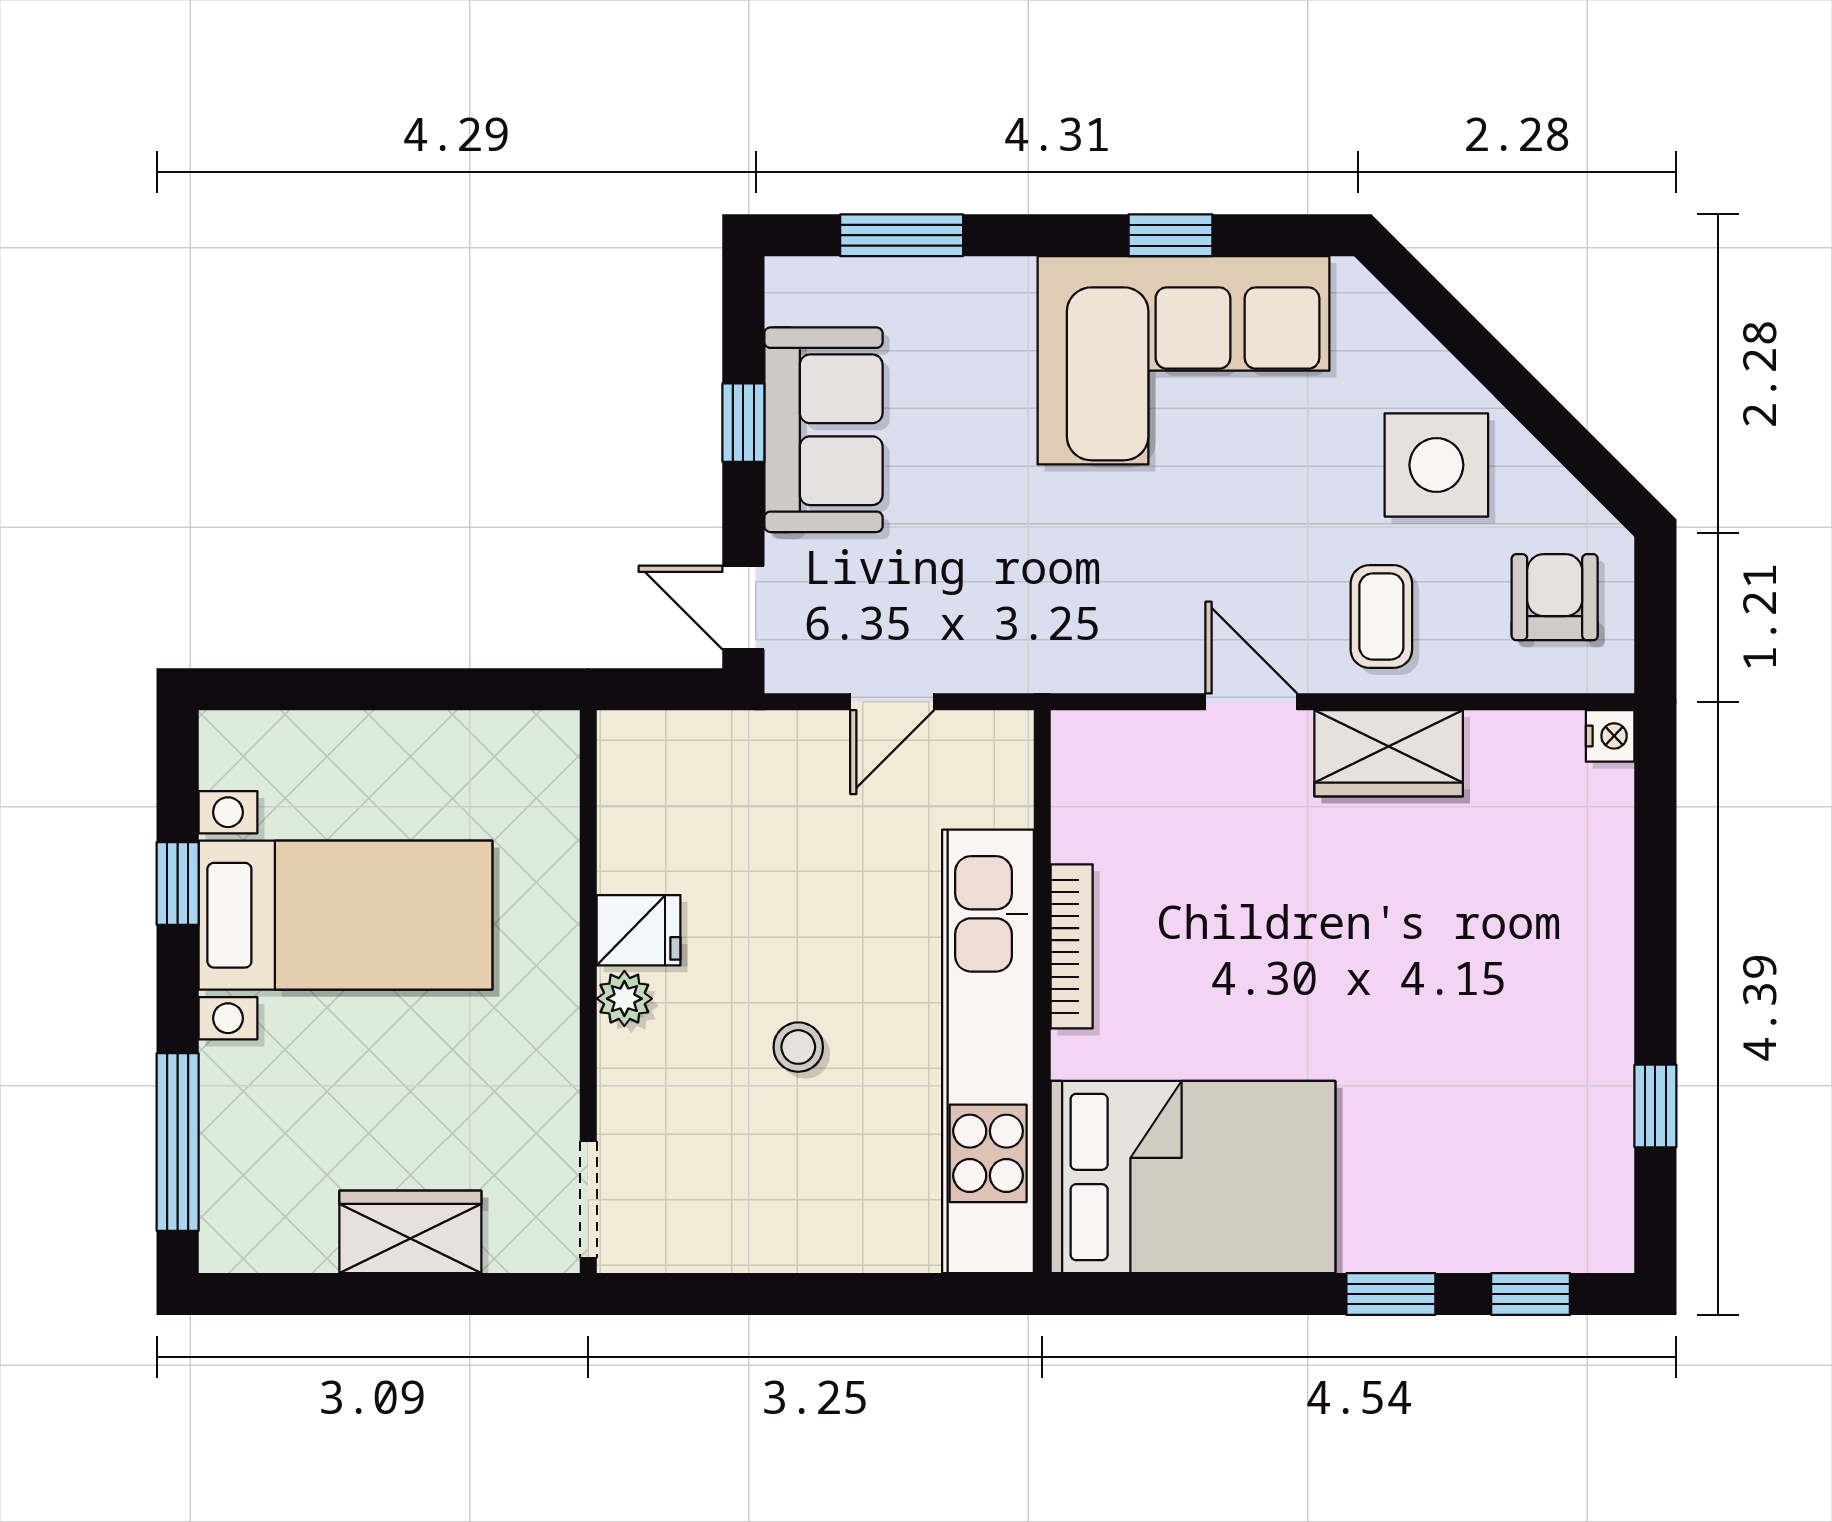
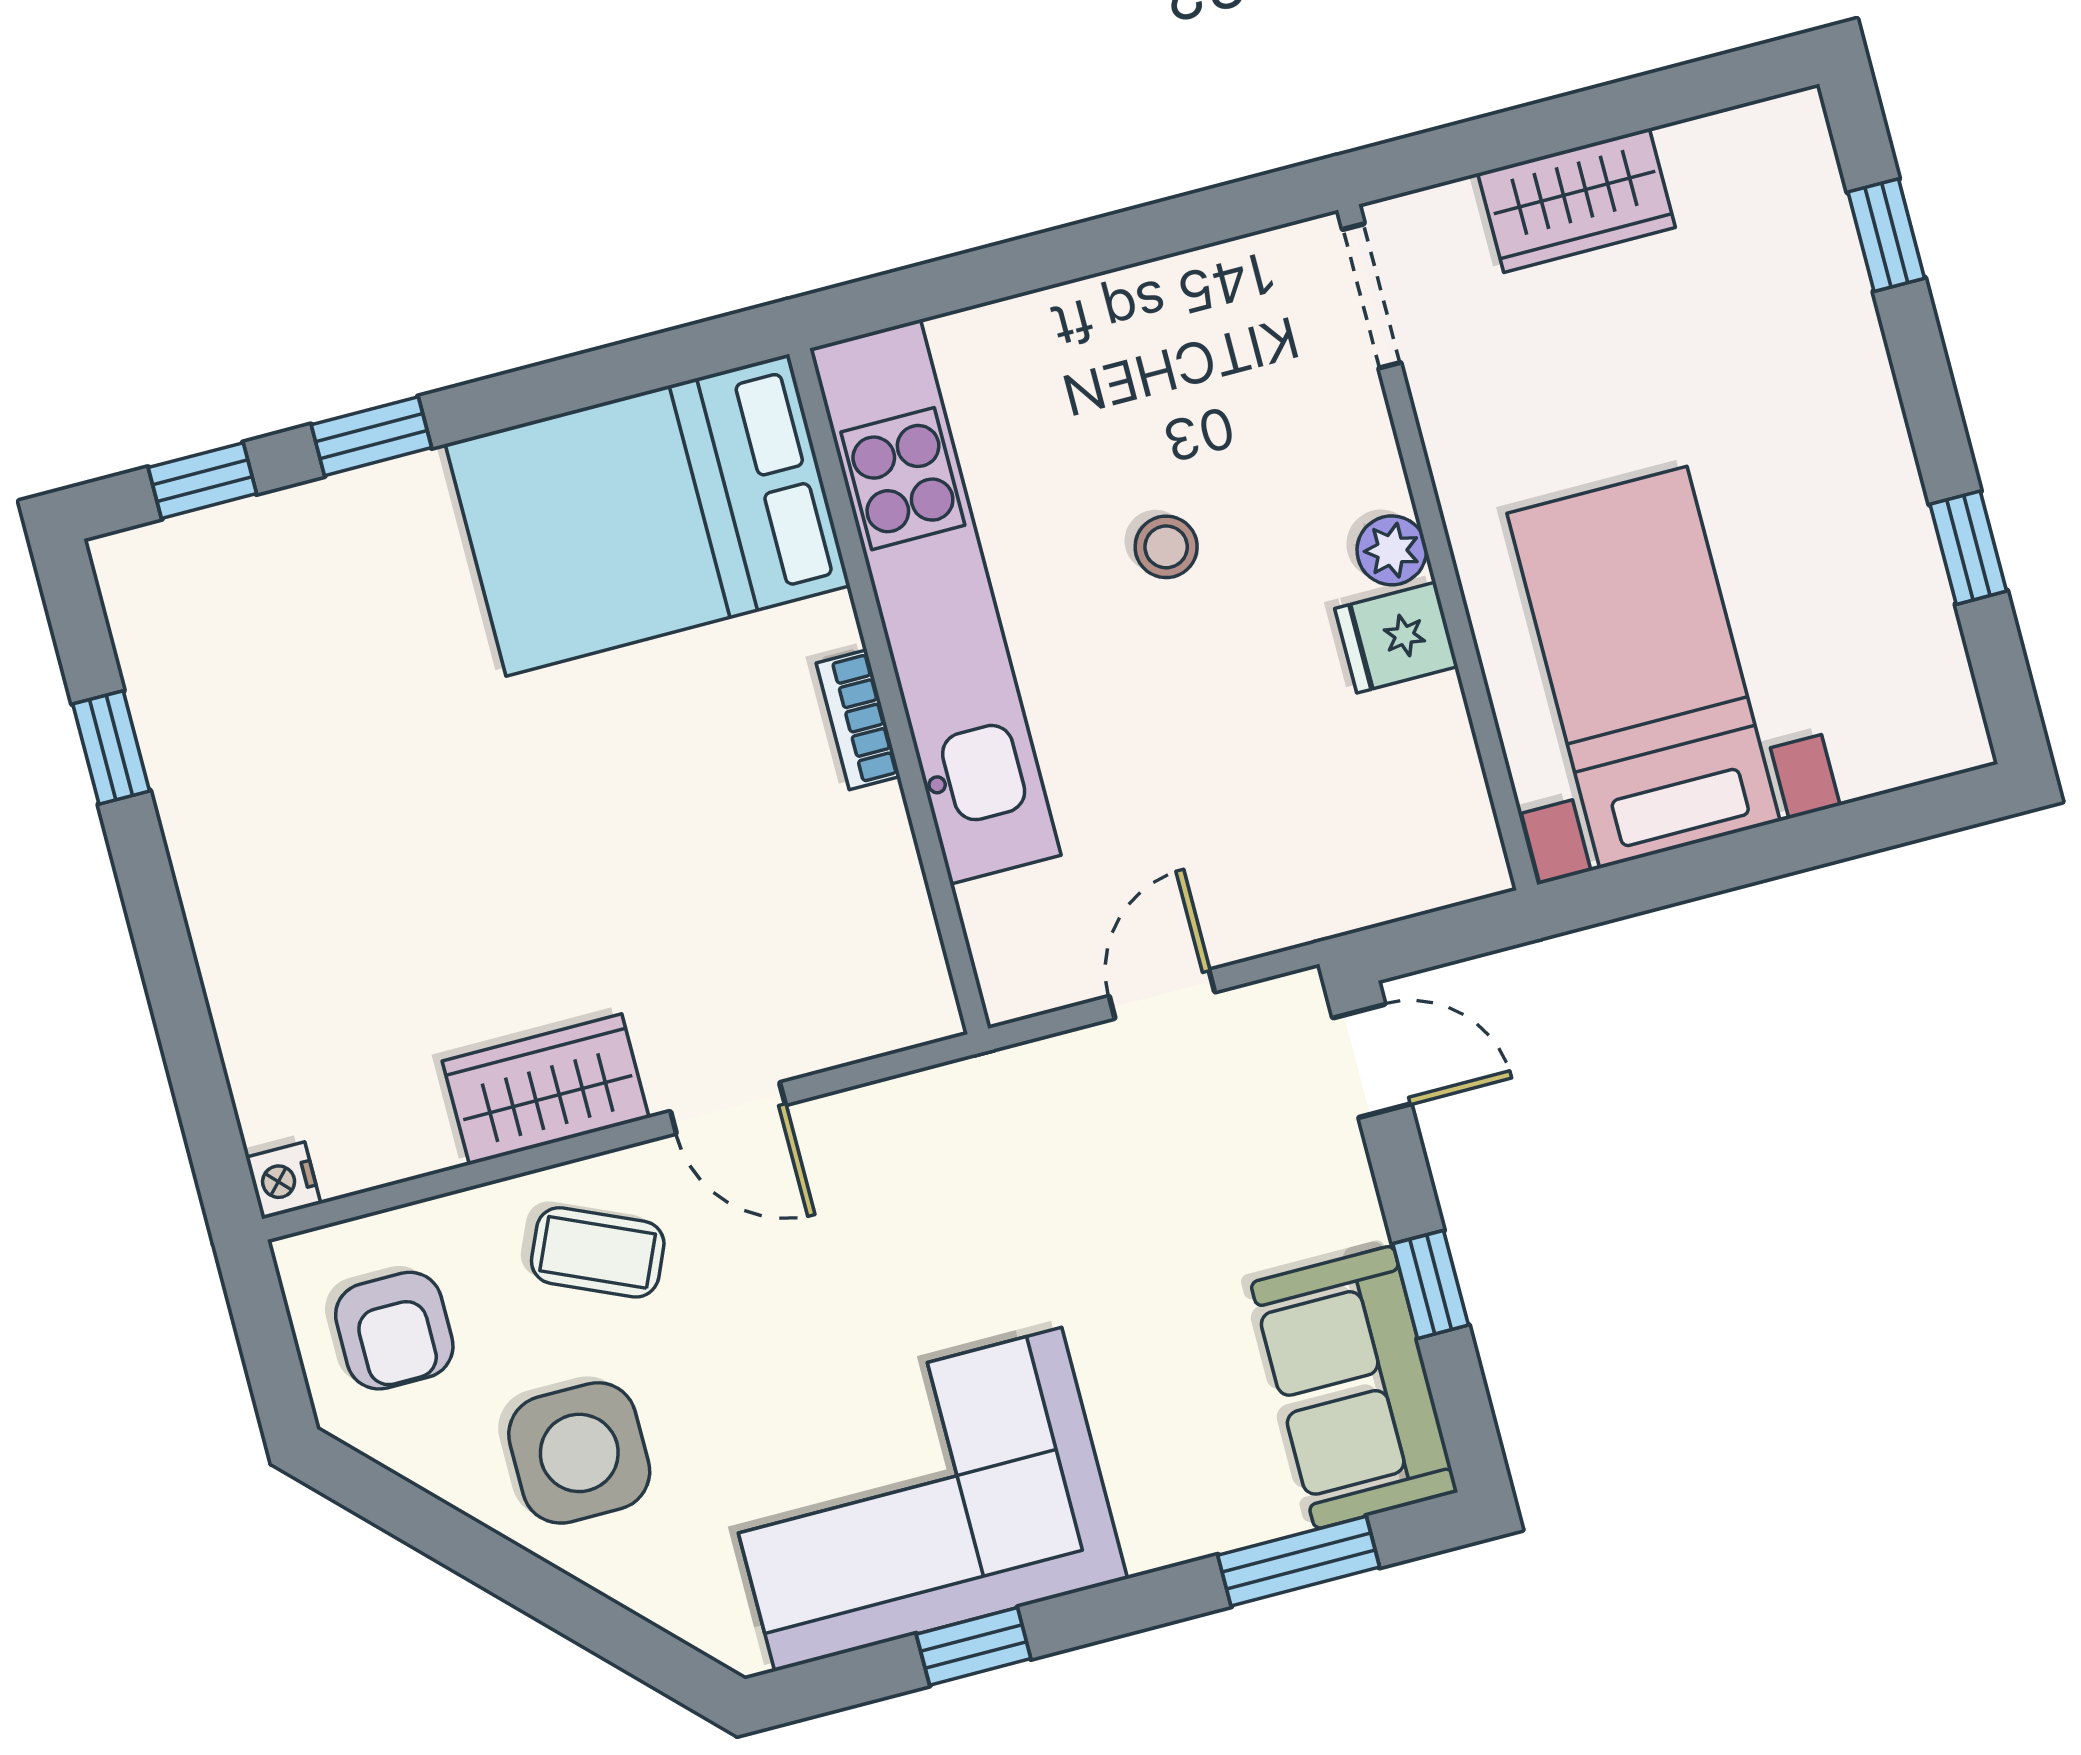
sofa: (823, 430) -> (1354, 1387), moved
coffee table: (1381, 617) -> (598, 1252), turned -66
bed with nightstands: (345, 915) -> (1643, 667), moved, turned 90
bookcase: (1072, 946) -> (858, 720), width x0.64
window: (178, 1142) -> (1886, 235), width x0.46

